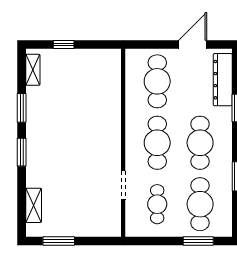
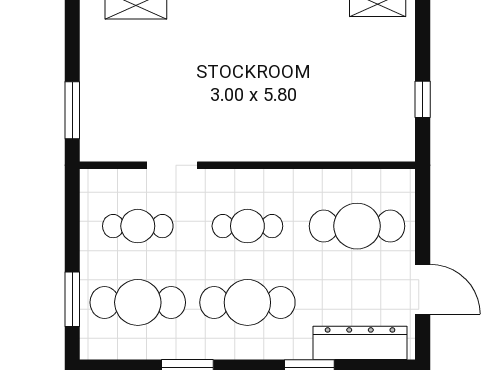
window: (64, 45) -> (423, 99), moved
cafe table: (157, 143) -> (247, 226), width x0.73, depth x0.74
window: (59, 241) -> (72, 110), moved

